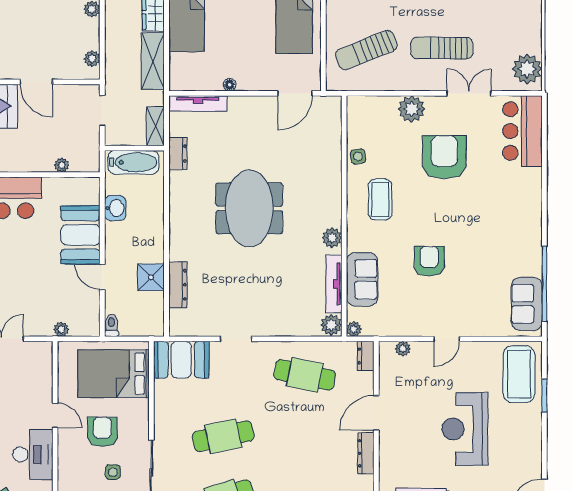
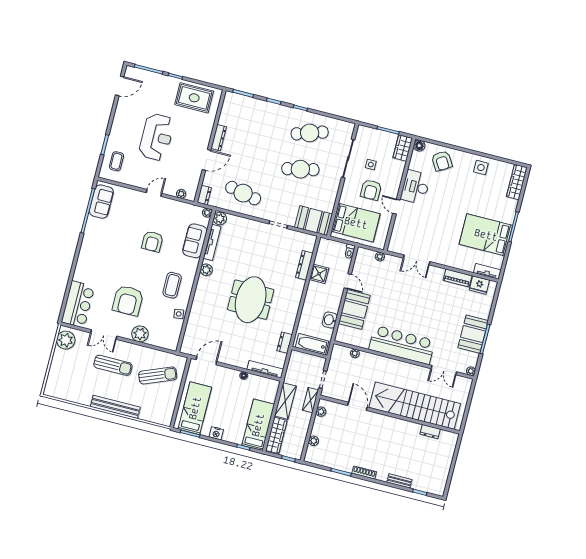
shelving: (155, 126) -> (310, 400), moved
coffee table: (519, 374) -> (116, 161), width x0.54, depth x0.58

